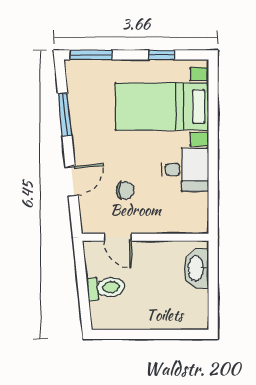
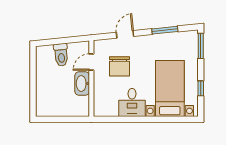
door: (72, 181) -> (125, 34), swing flipped
chair: (125, 190) -> (119, 66), width x1.87, depth x1.87
washbasin: (197, 268) -> (82, 83), moved, turned -90

